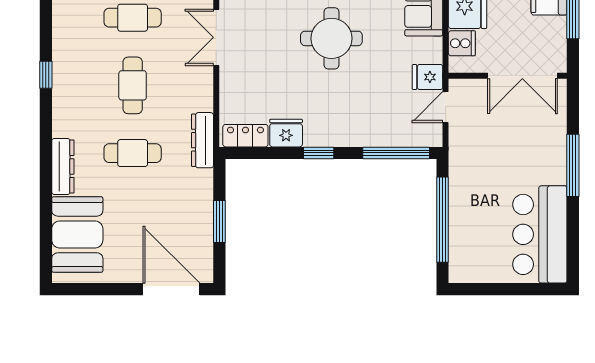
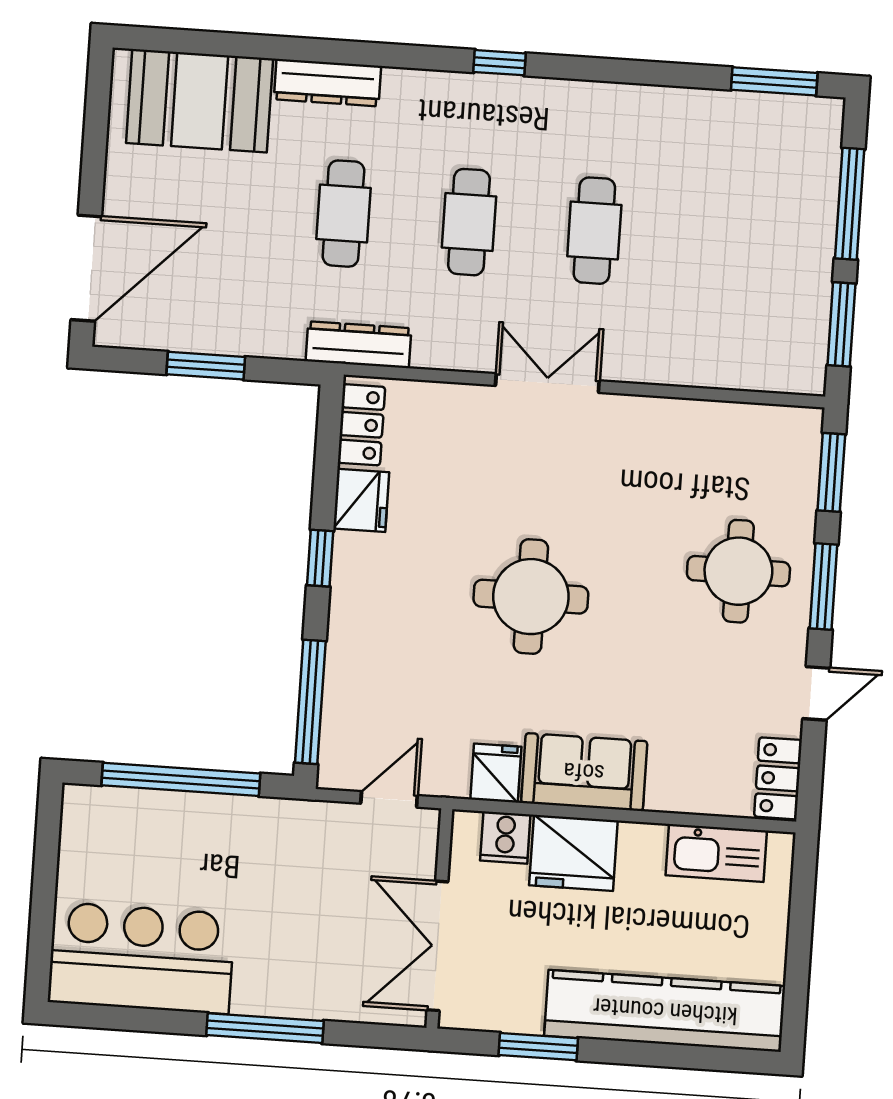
fridge: (428, 77) -> (496, 773), moved
cafe table: (133, 85) -> (469, 222), turned 90
door: (446, 107) -> (389, 799), hinge flipped

